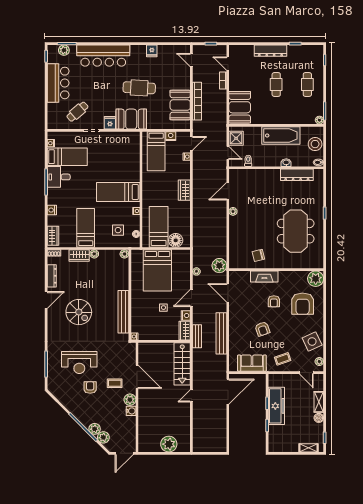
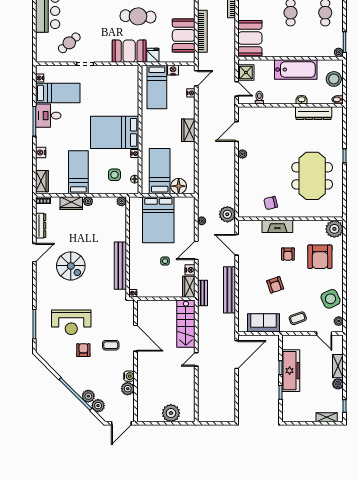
fridge: (110, 123) -> (153, 55), moved
bed: (118, 192) -> (115, 132), width x1.50
plant: (130, 400) -> (128, 389), moved

